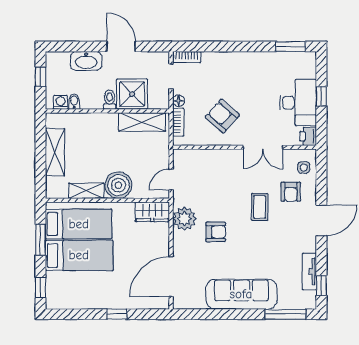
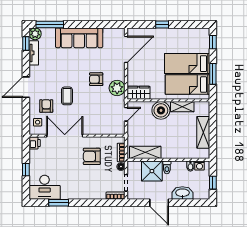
window: (291, 47) -> (59, 203), moved
desk: (298, 103) -> (45, 187), moved, turned -90
armchair: (222, 116) -> (92, 156), turned 138
double door: (263, 147) -> (65, 136), width x1.37
plant: (307, 300) -> (35, 34), added

